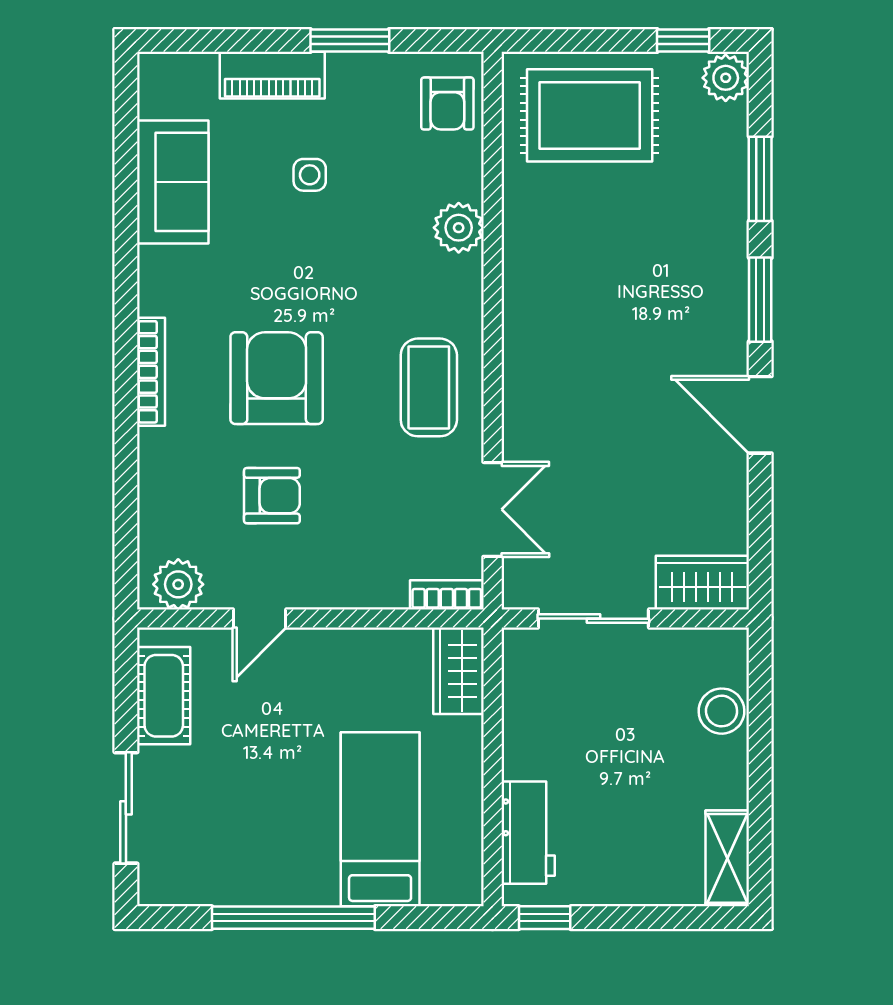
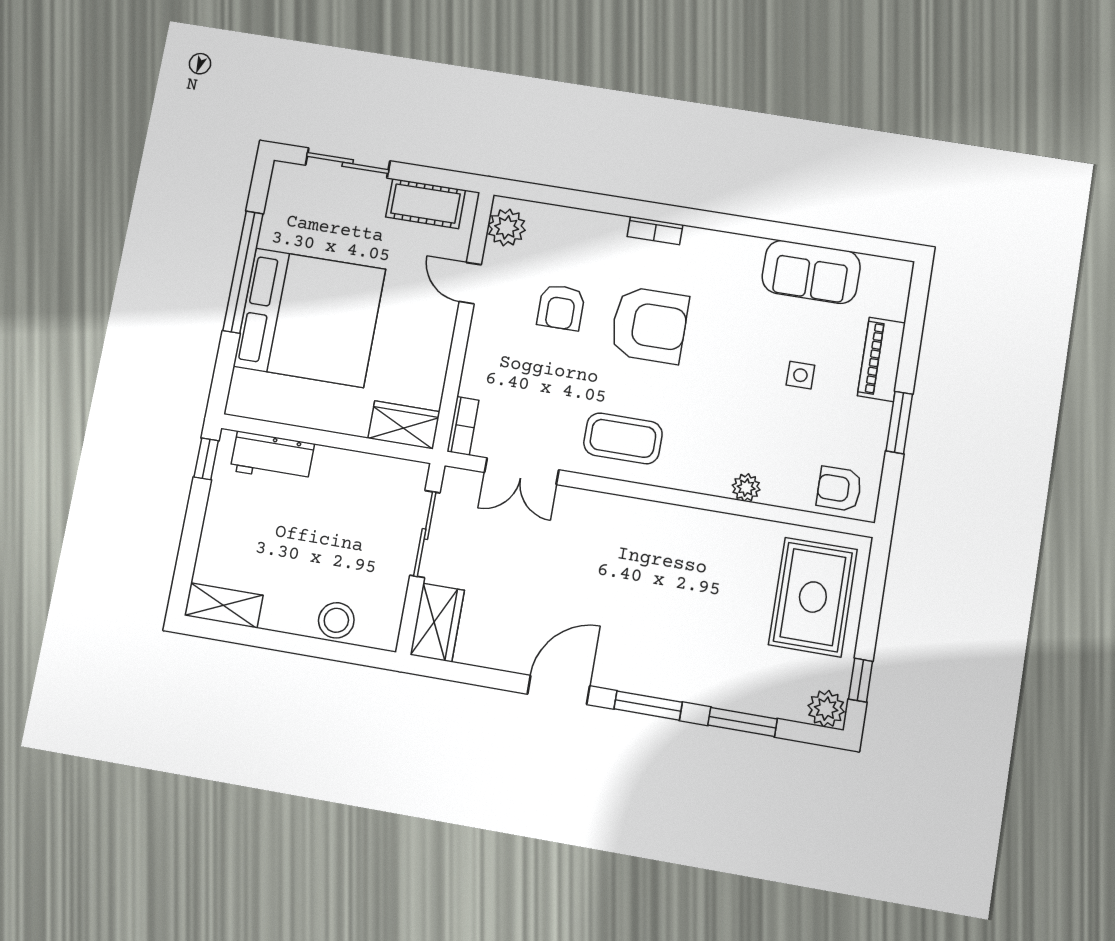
plant: (459, 228) -> (746, 488), width x0.73, depth x0.73
bookcase: (151, 372) -> (655, 231), width x0.64
bed: (380, 819) -> (309, 318), width x2.04

